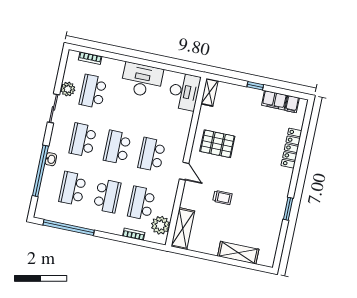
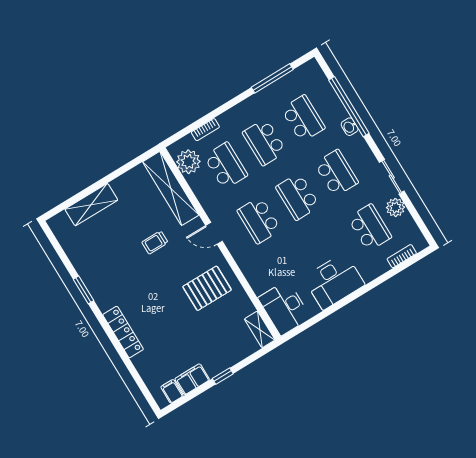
school desk: (117, 147) -> (298, 197), turned 180
locker: (291, 148) -> (123, 332), moved
school desk: (152, 155) -> (259, 220), turned 180
window: (69, 228) -> (272, 78), width x0.68
shelving: (183, 229) -> (171, 188), width x1.47

